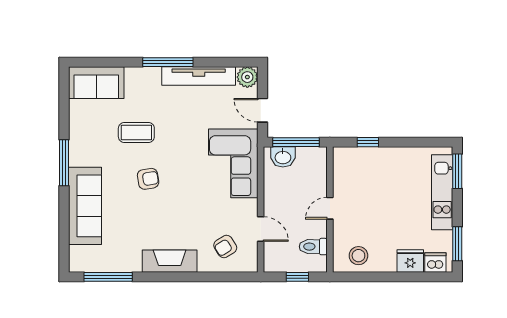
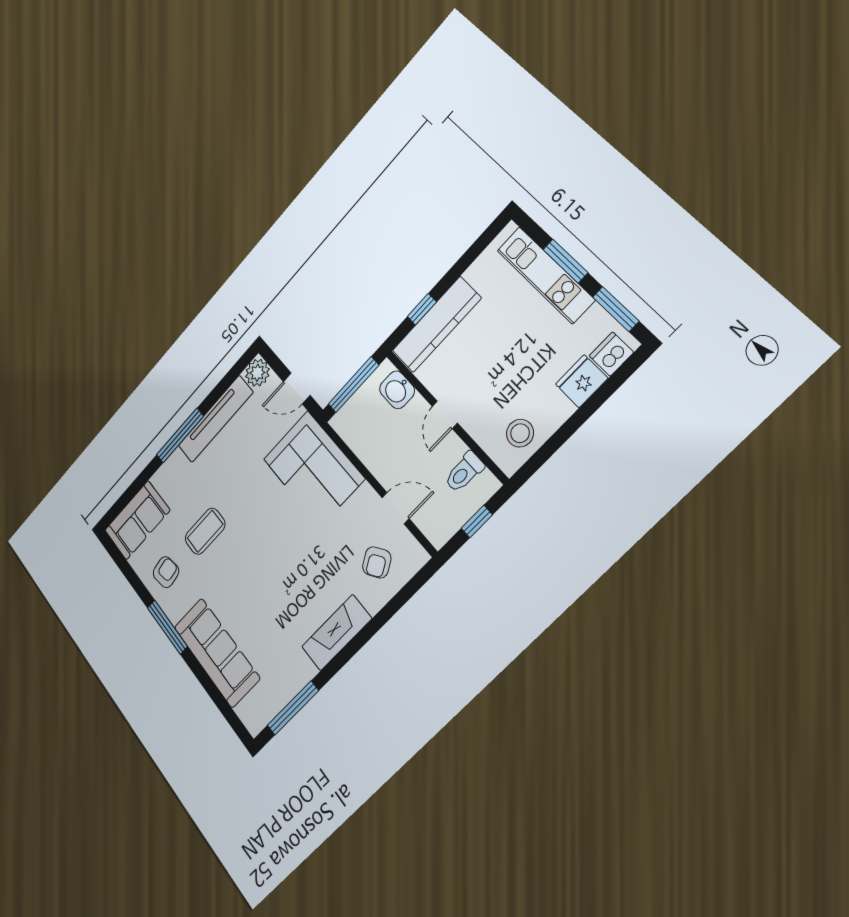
washbasin: (283, 157) -> (397, 390), moved, turned 90
kitchen counter: (368, 158) -> (436, 325), added
window: (457, 171) -> (565, 261), moved
armchair: (148, 179) -> (166, 572), moved

